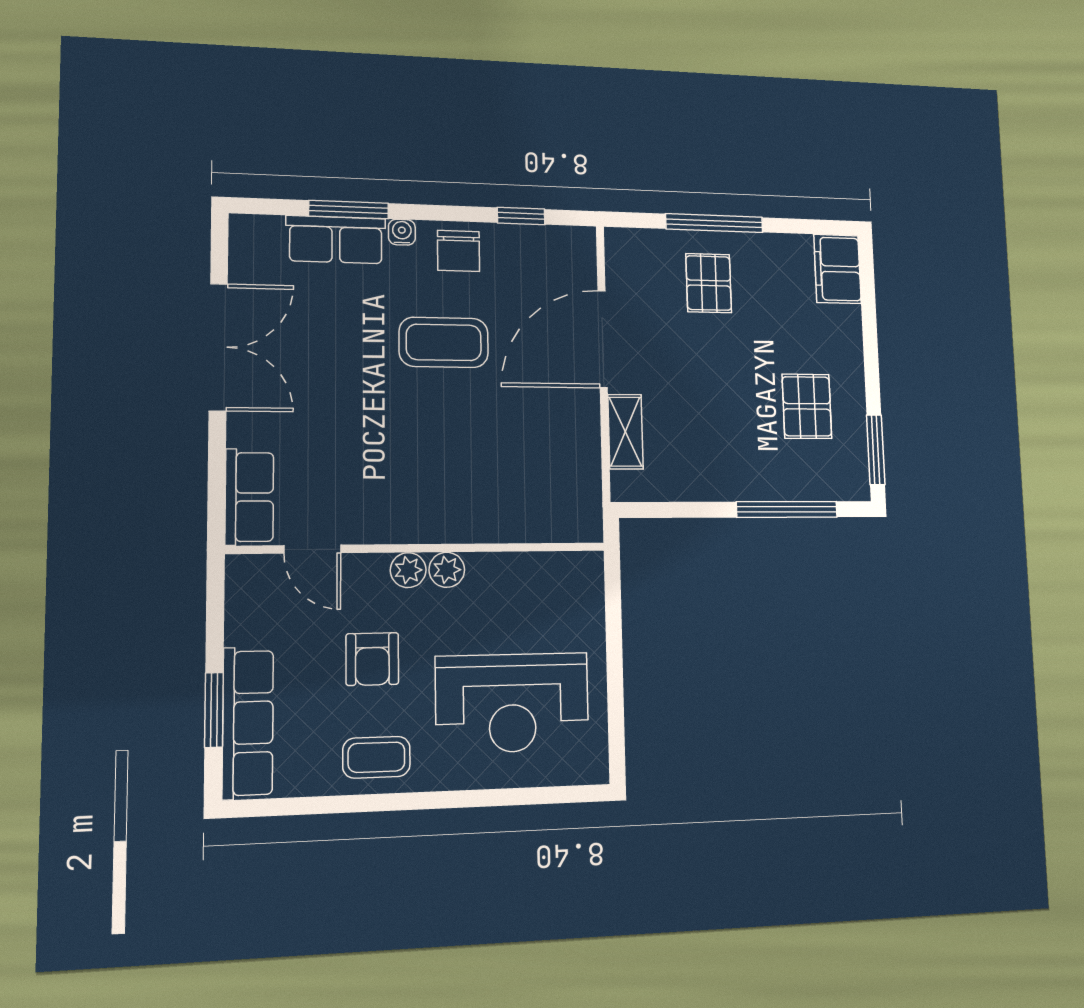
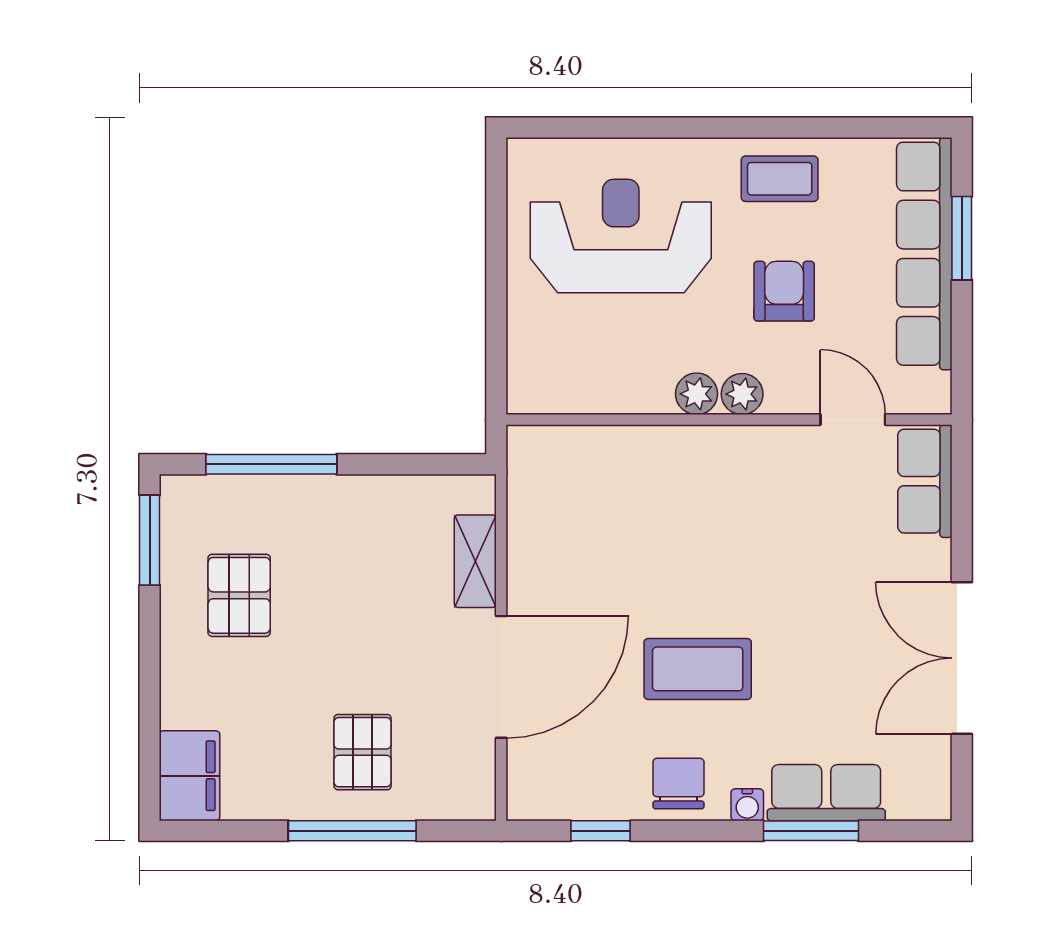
row of seats: (248, 723) -> (924, 254), width x1.36

